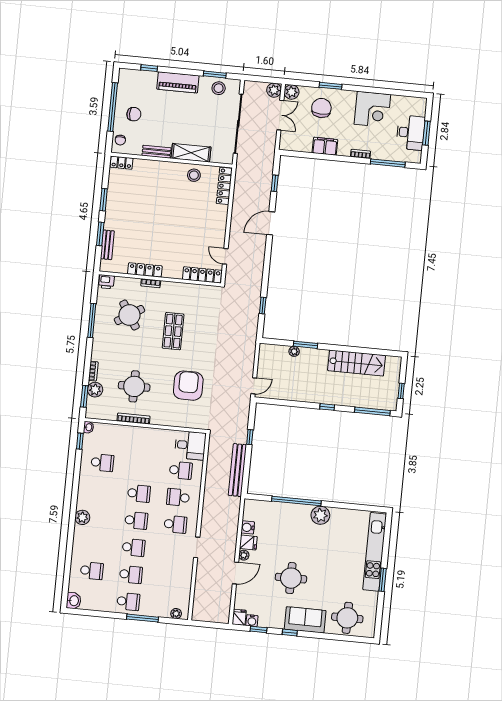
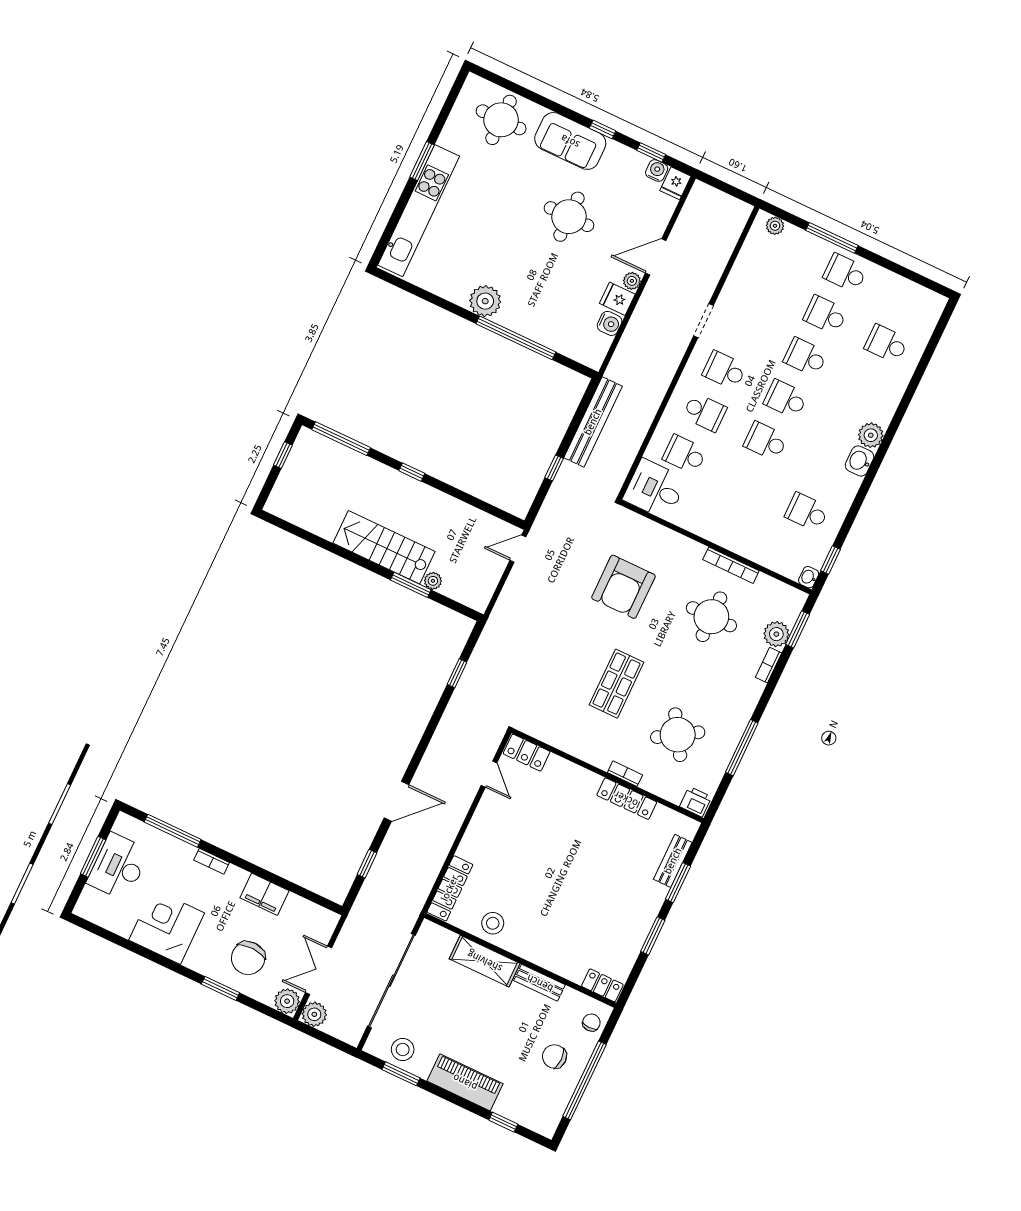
locker: (202, 275) -> (527, 753), width x0.66
stairs: (357, 363) -> (384, 547), moved
washbasin: (74, 601) -> (860, 461), moved

